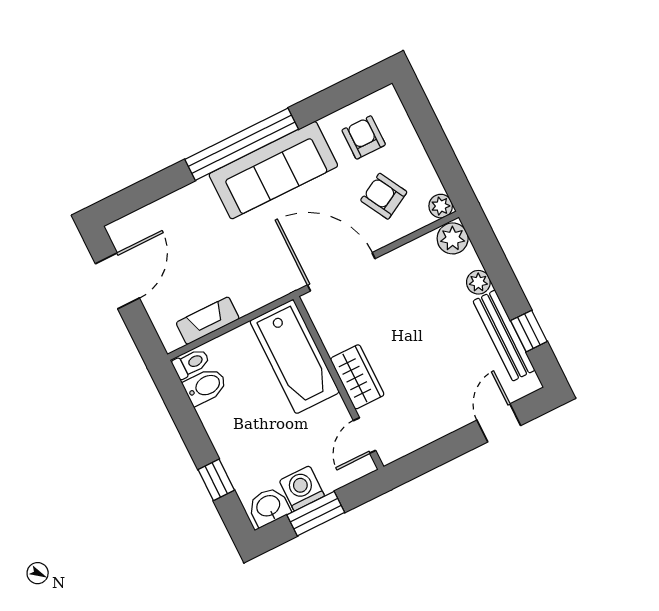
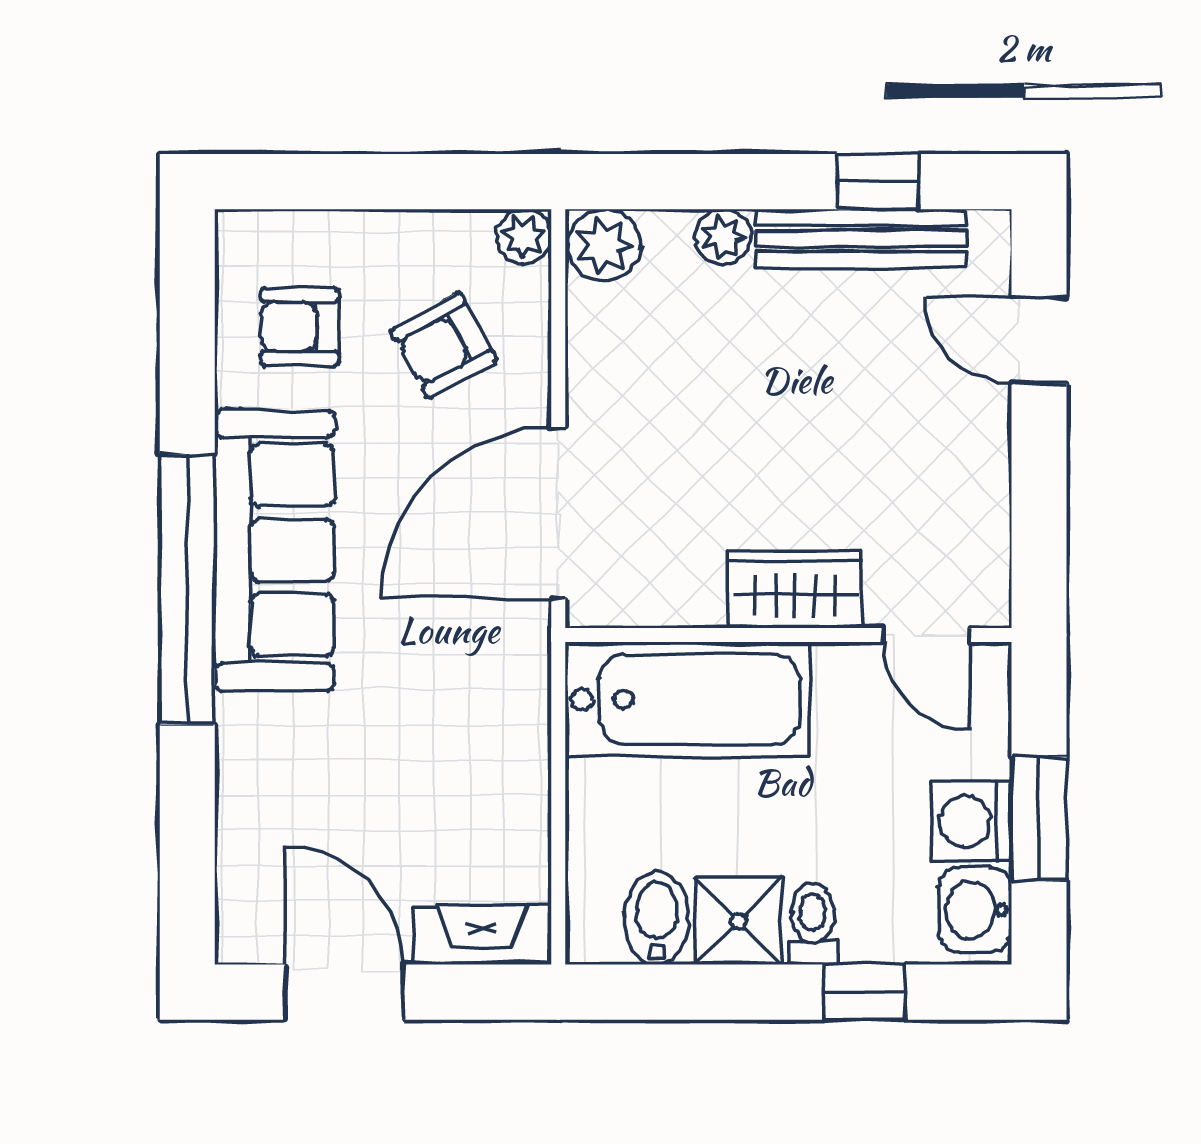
fireplace: (208, 321) -> (482, 935), moved, turned 90
toilet: (191, 363) -> (813, 924), moved
shower: (219, 418) -> (738, 921), added

